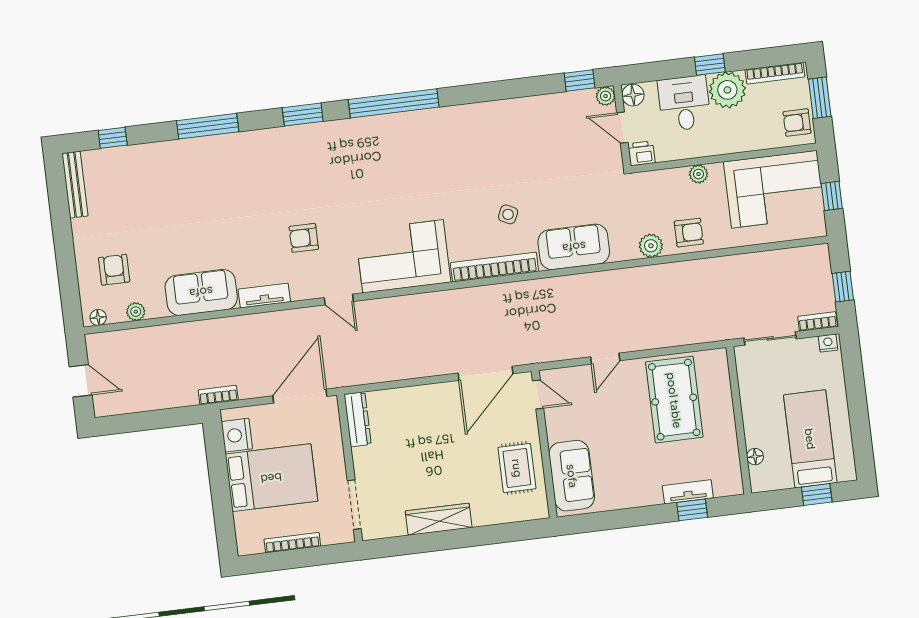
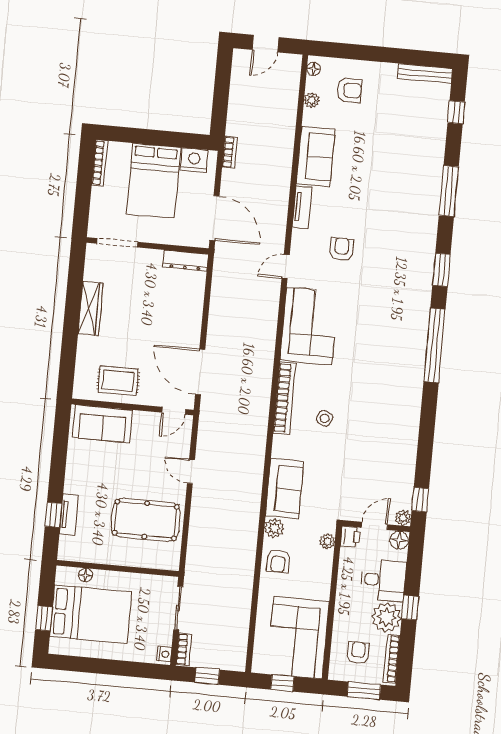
armchair: (797, 123) -> (358, 653), moved
plant: (698, 174) -> (327, 541), moved
sofa: (574, 247) -> (285, 489), moved
bed: (810, 439) -> (91, 614), width x1.50
bookcase: (292, 543) -> (100, 163), moved

